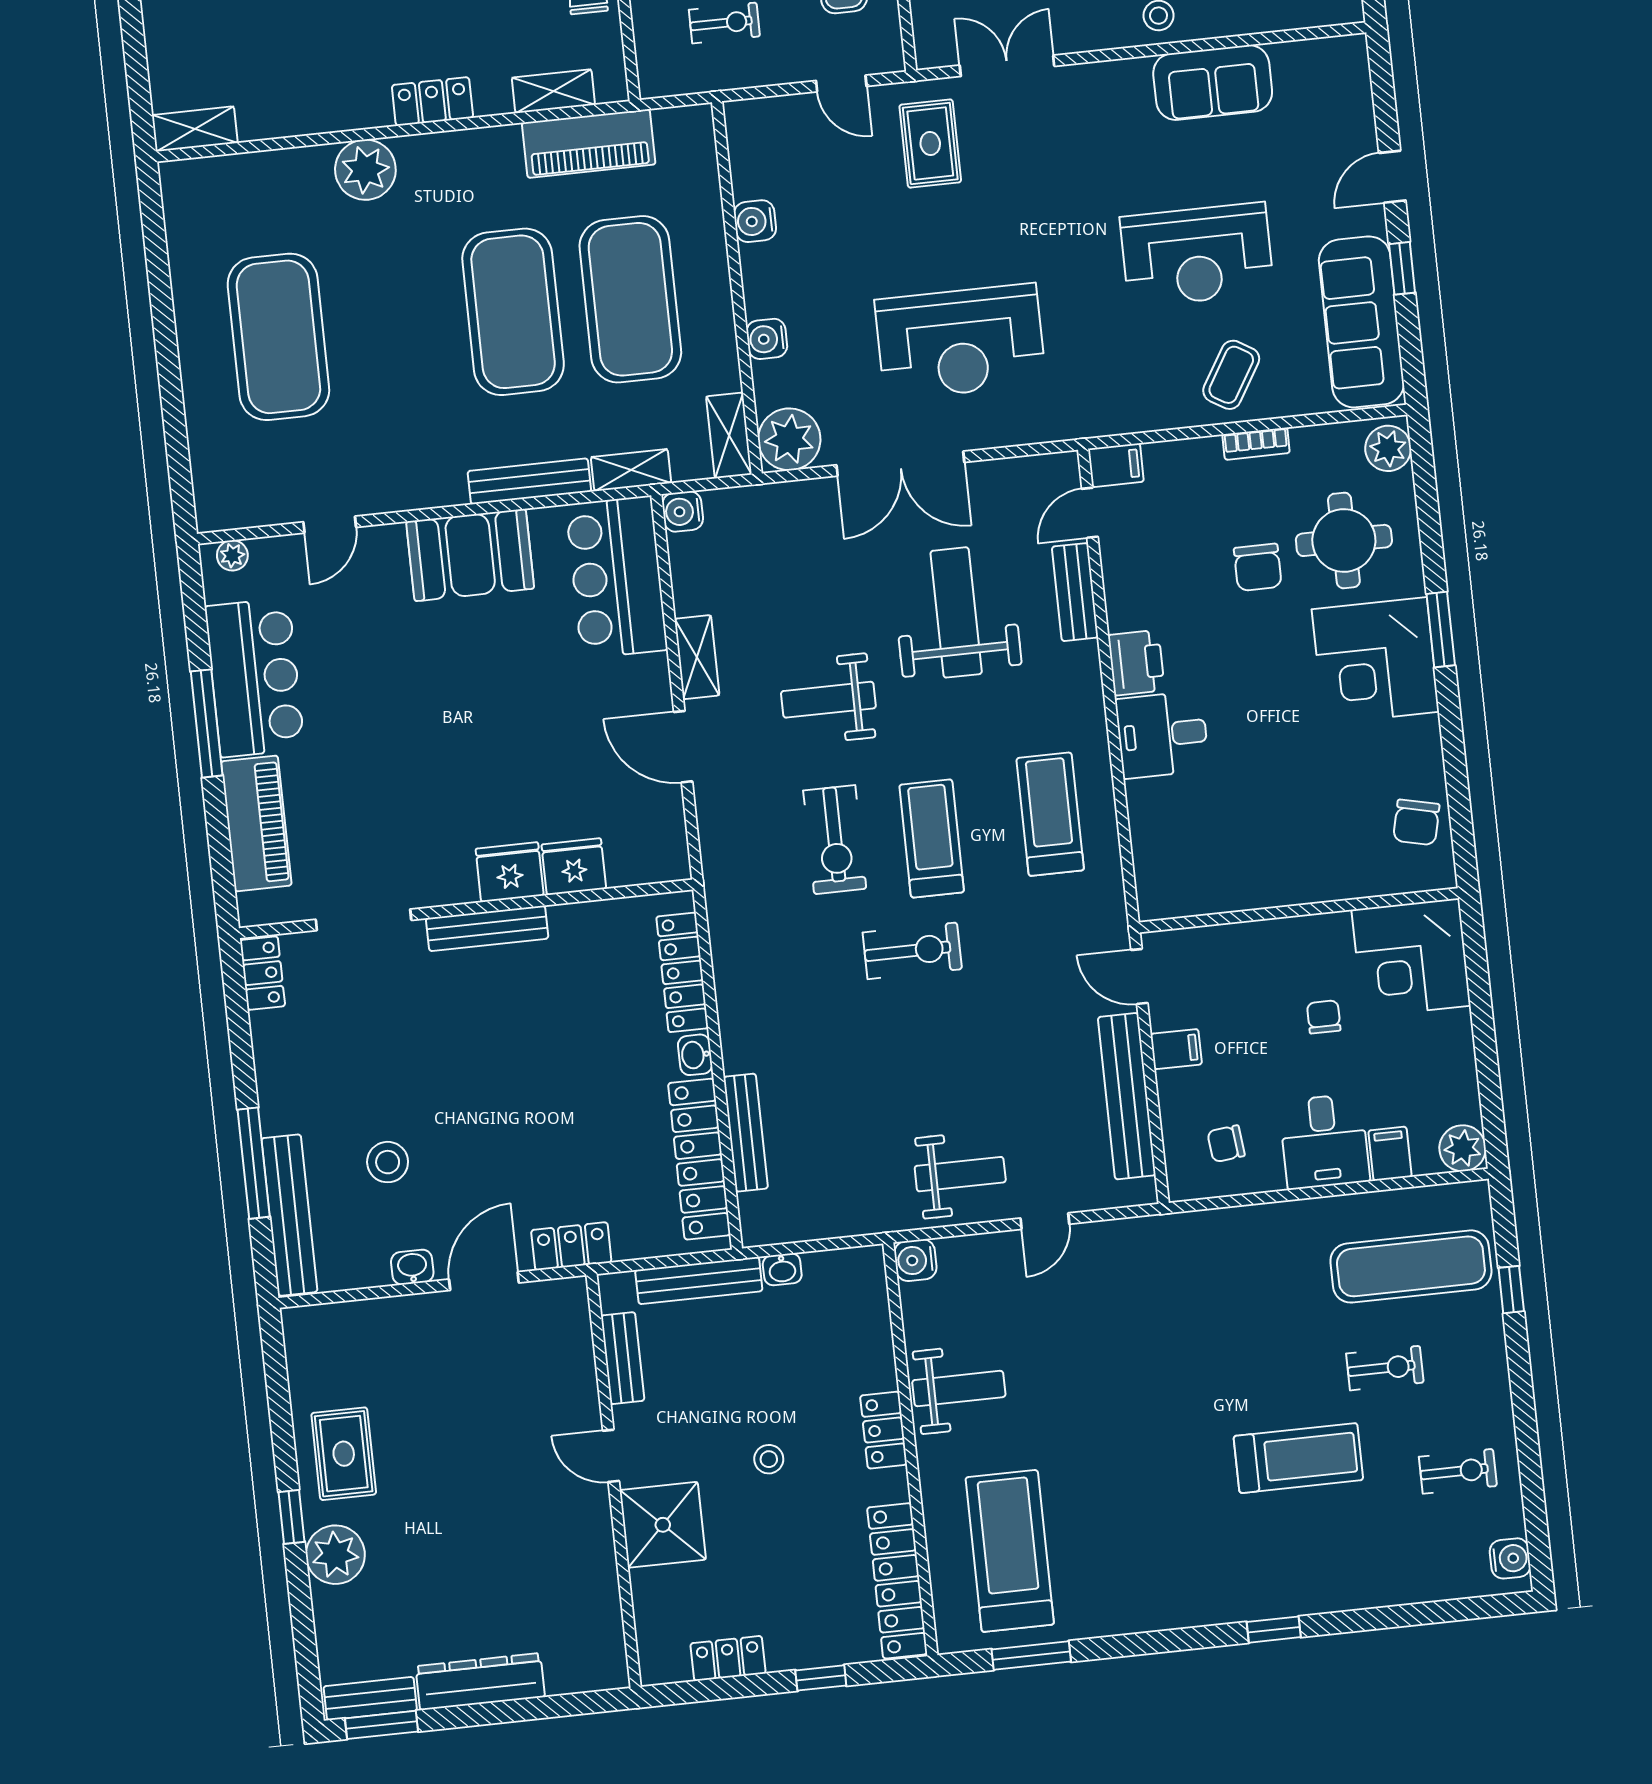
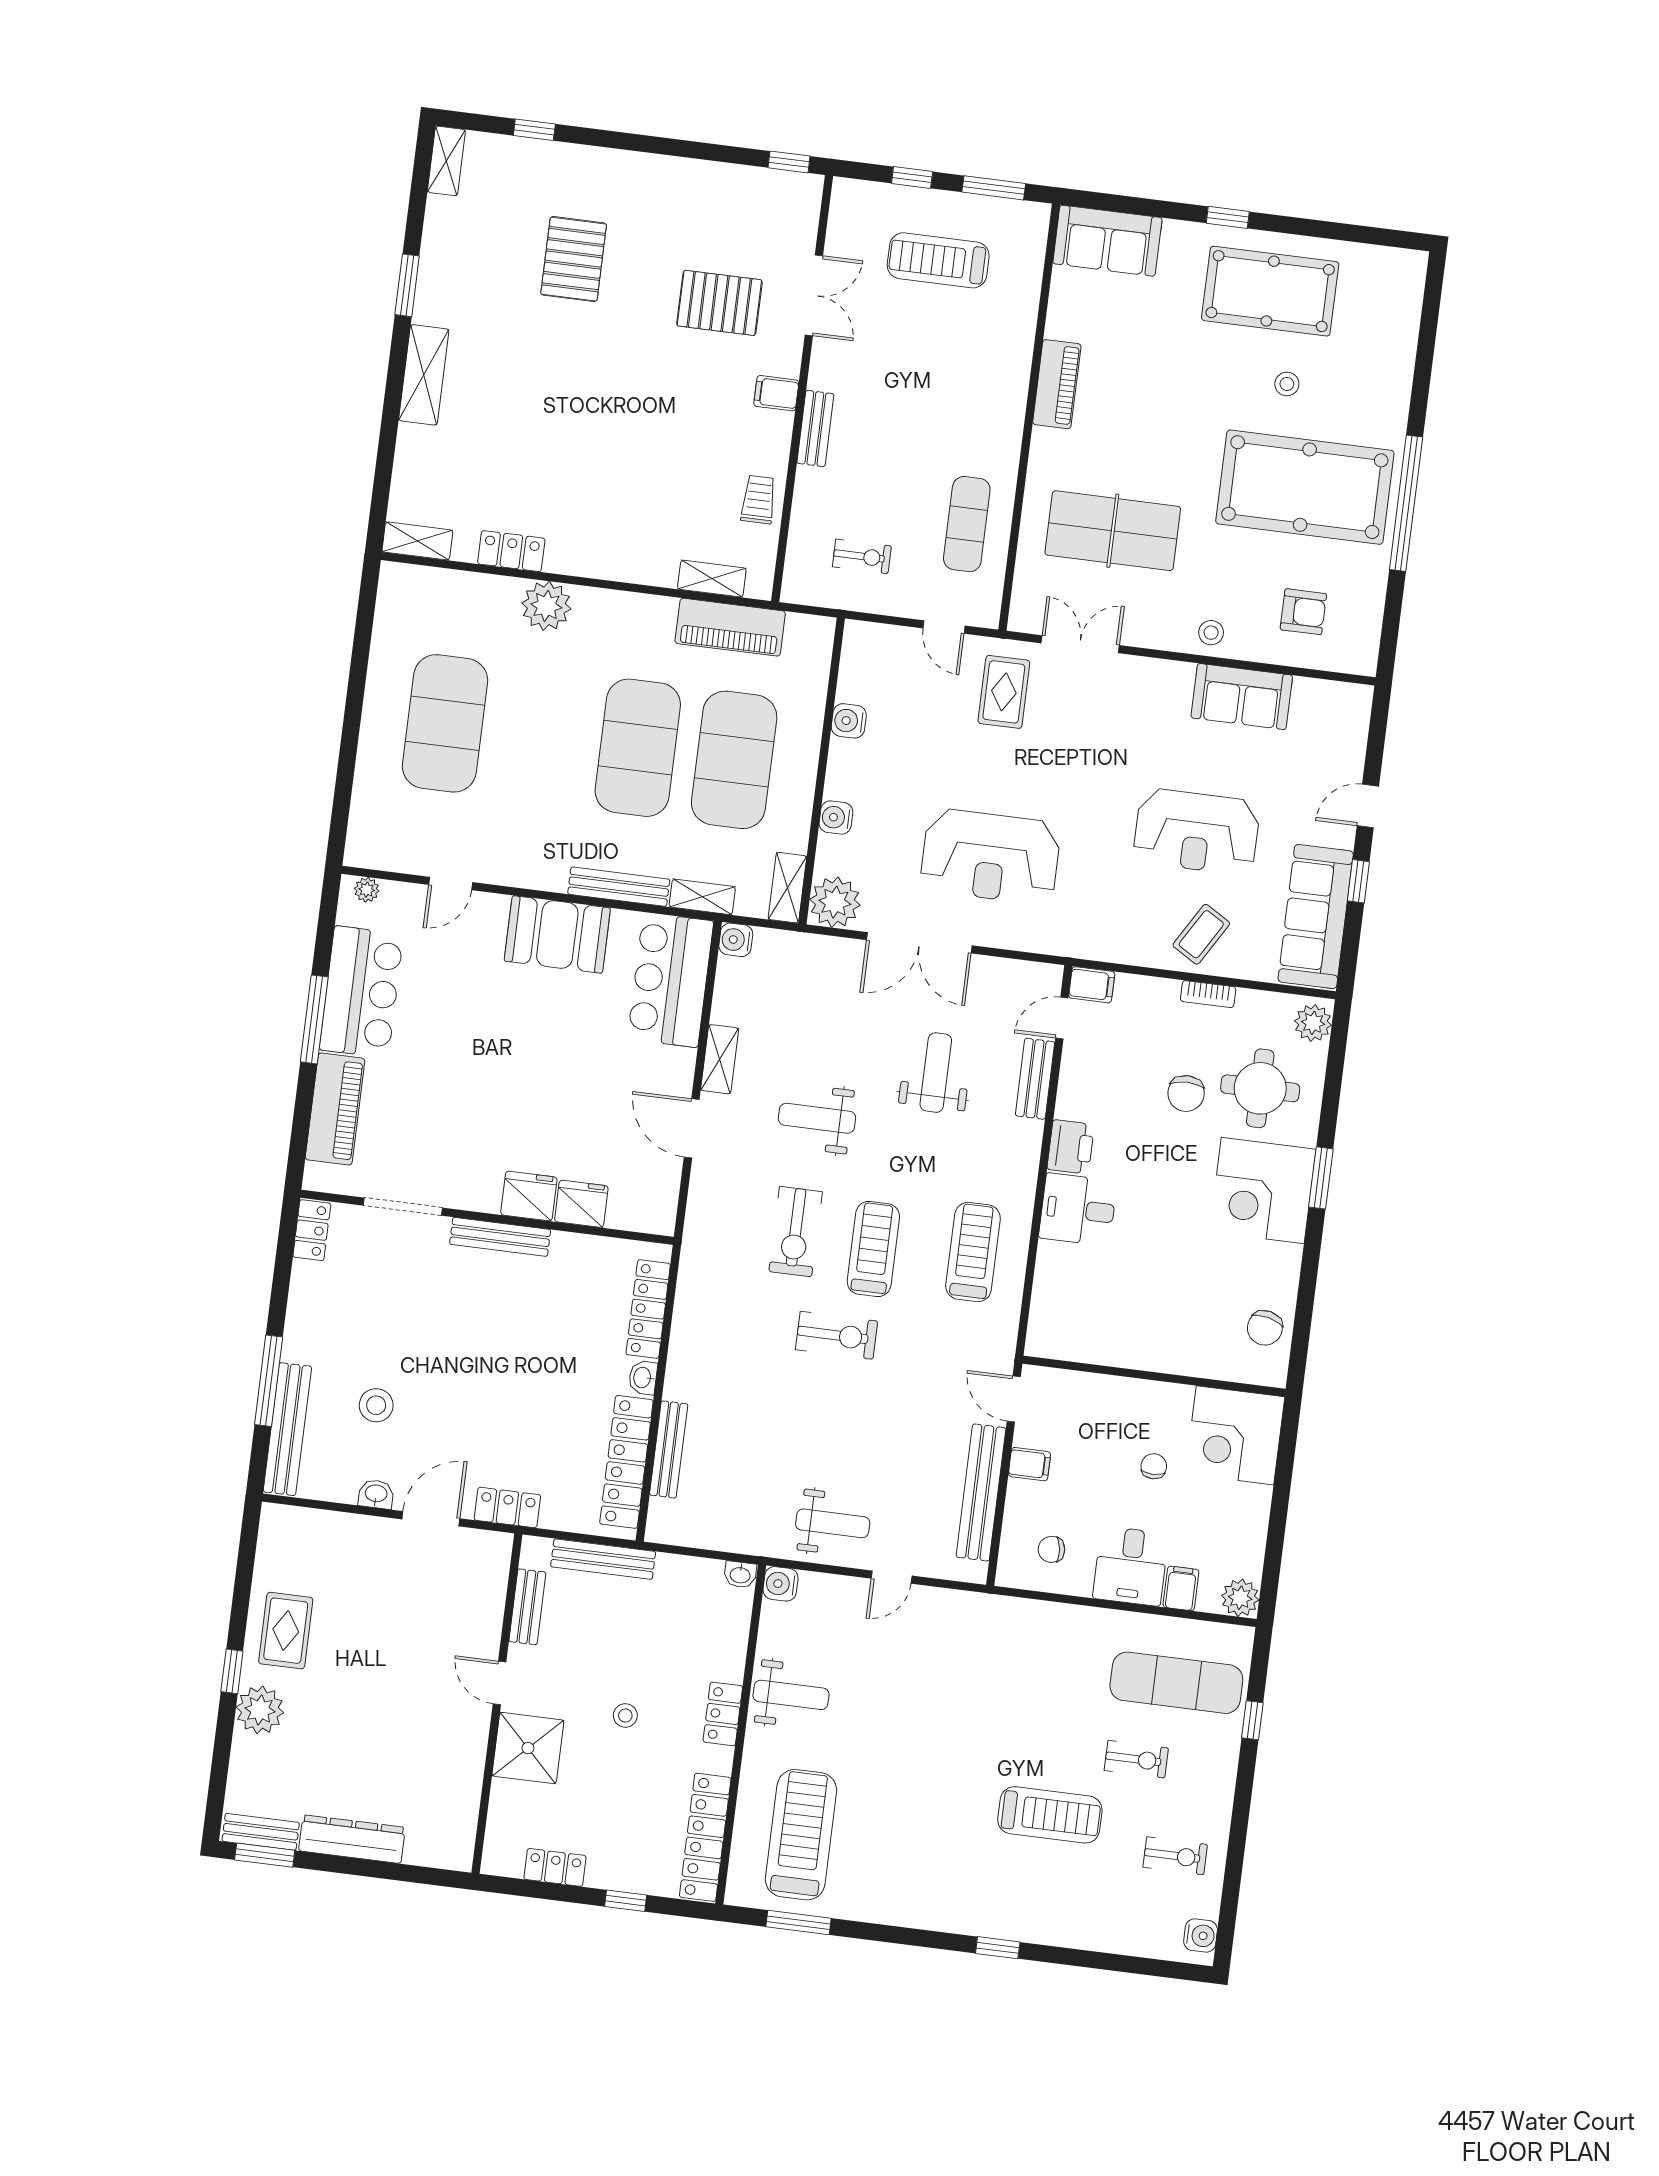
locker: (432, 101) -> (511, 551), moved
weight bench: (956, 612) -> (936, 1073), width x0.73, depth x0.75
washbasin: (782, 1269) -> (740, 1575), moved

